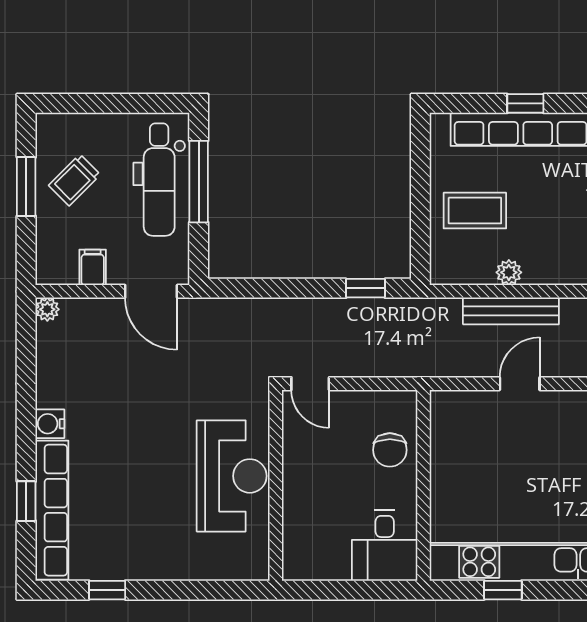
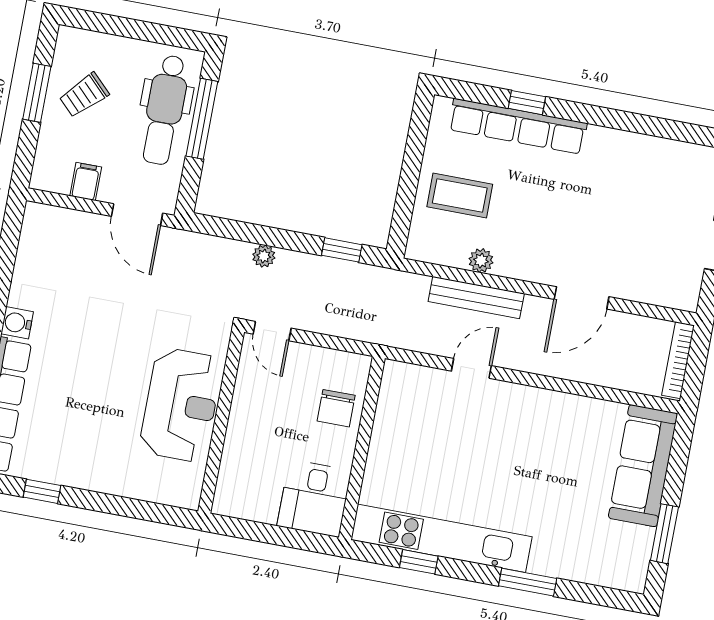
plant: (47, 309) -> (264, 256), moved

